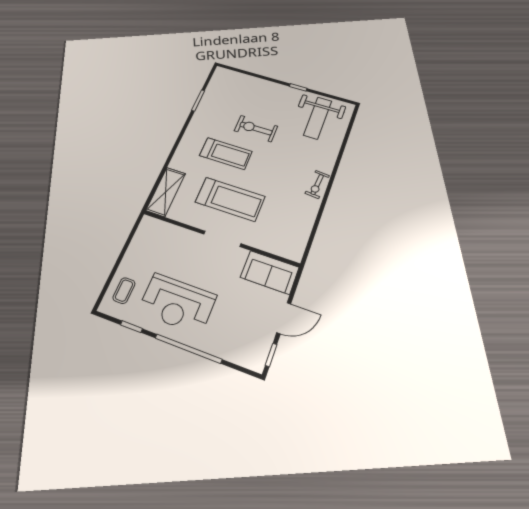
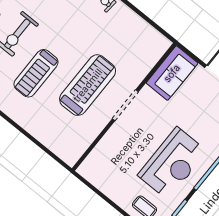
treadmill: (226, 154) -> (36, 73), turned 180
shelving: (166, 192) -> (58, 144), removed

